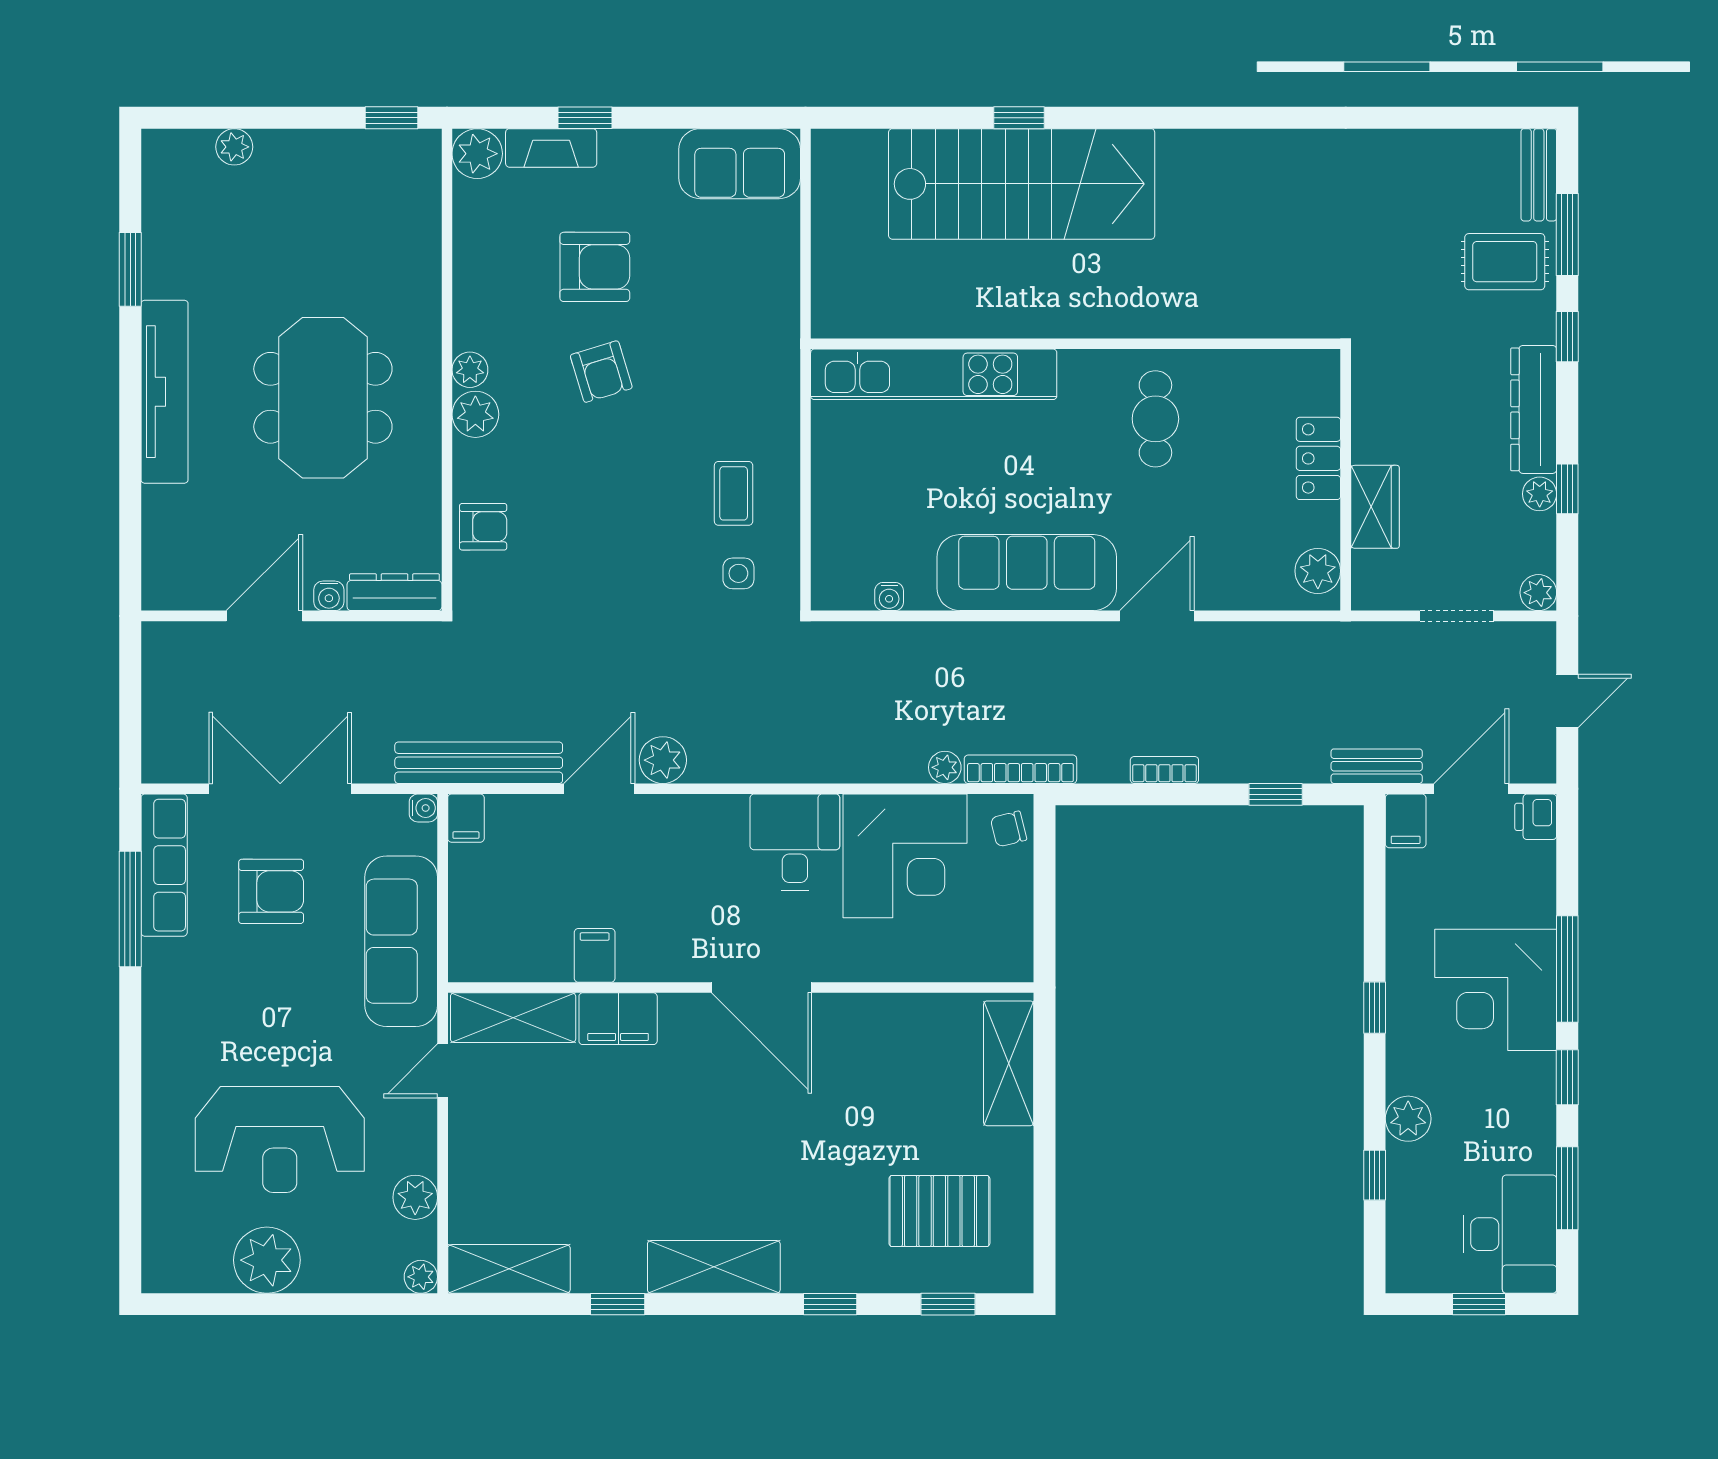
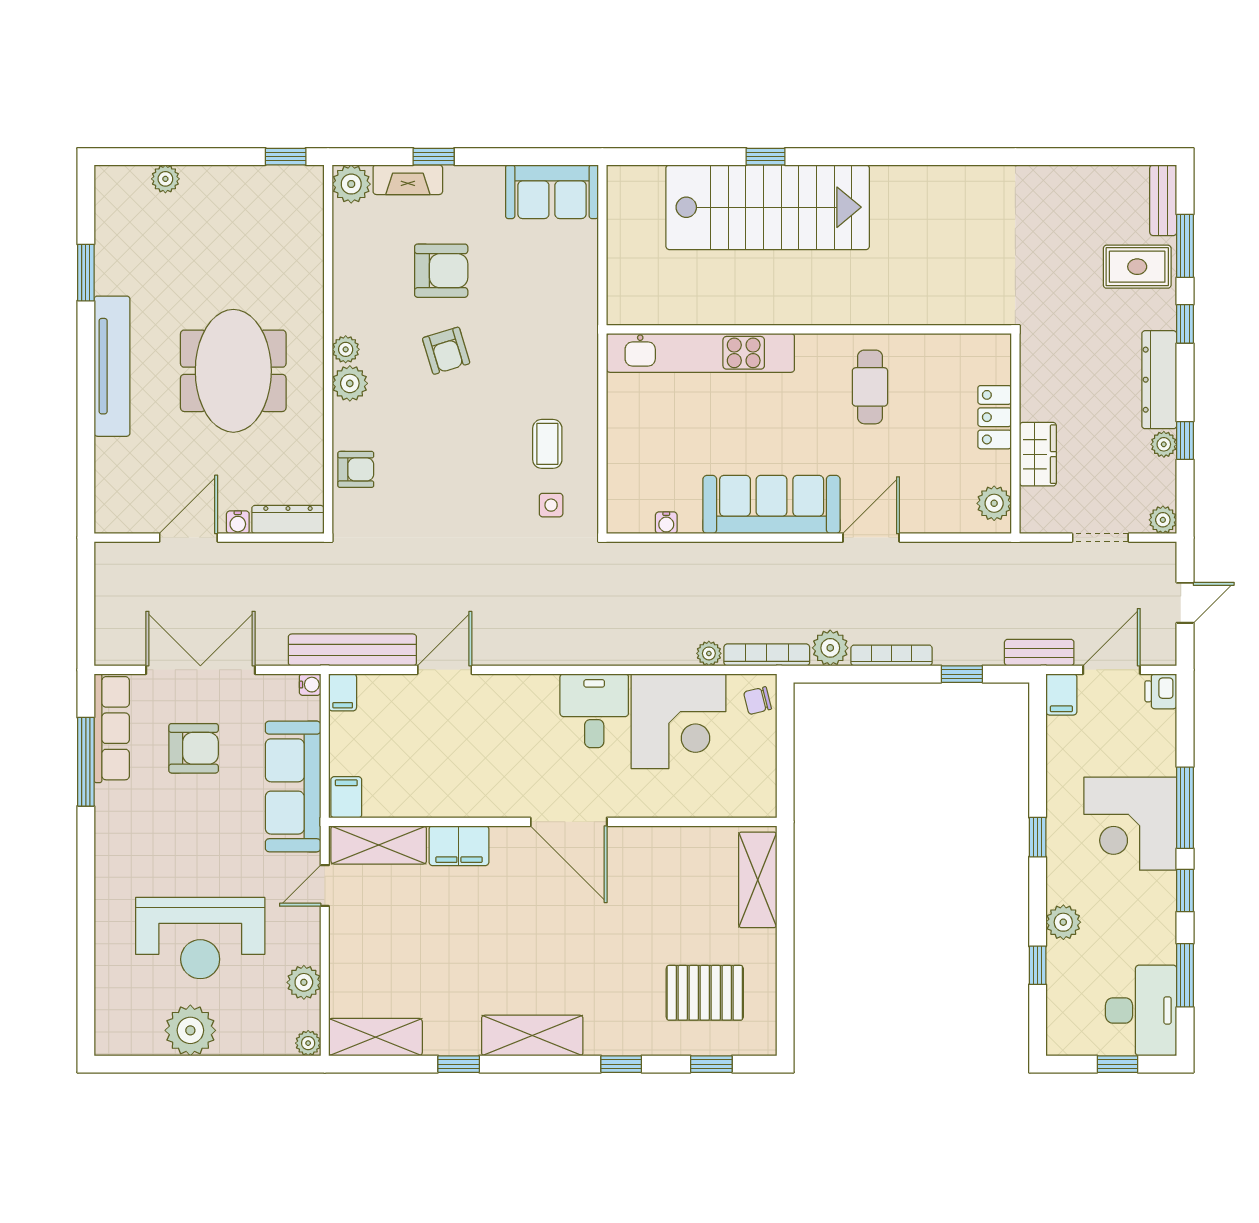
plant: (663, 760) -> (830, 648), moved
bookcase: (1164, 770) -> (892, 655), width x1.56
filing cabinet: (595, 955) -> (346, 797), moved

